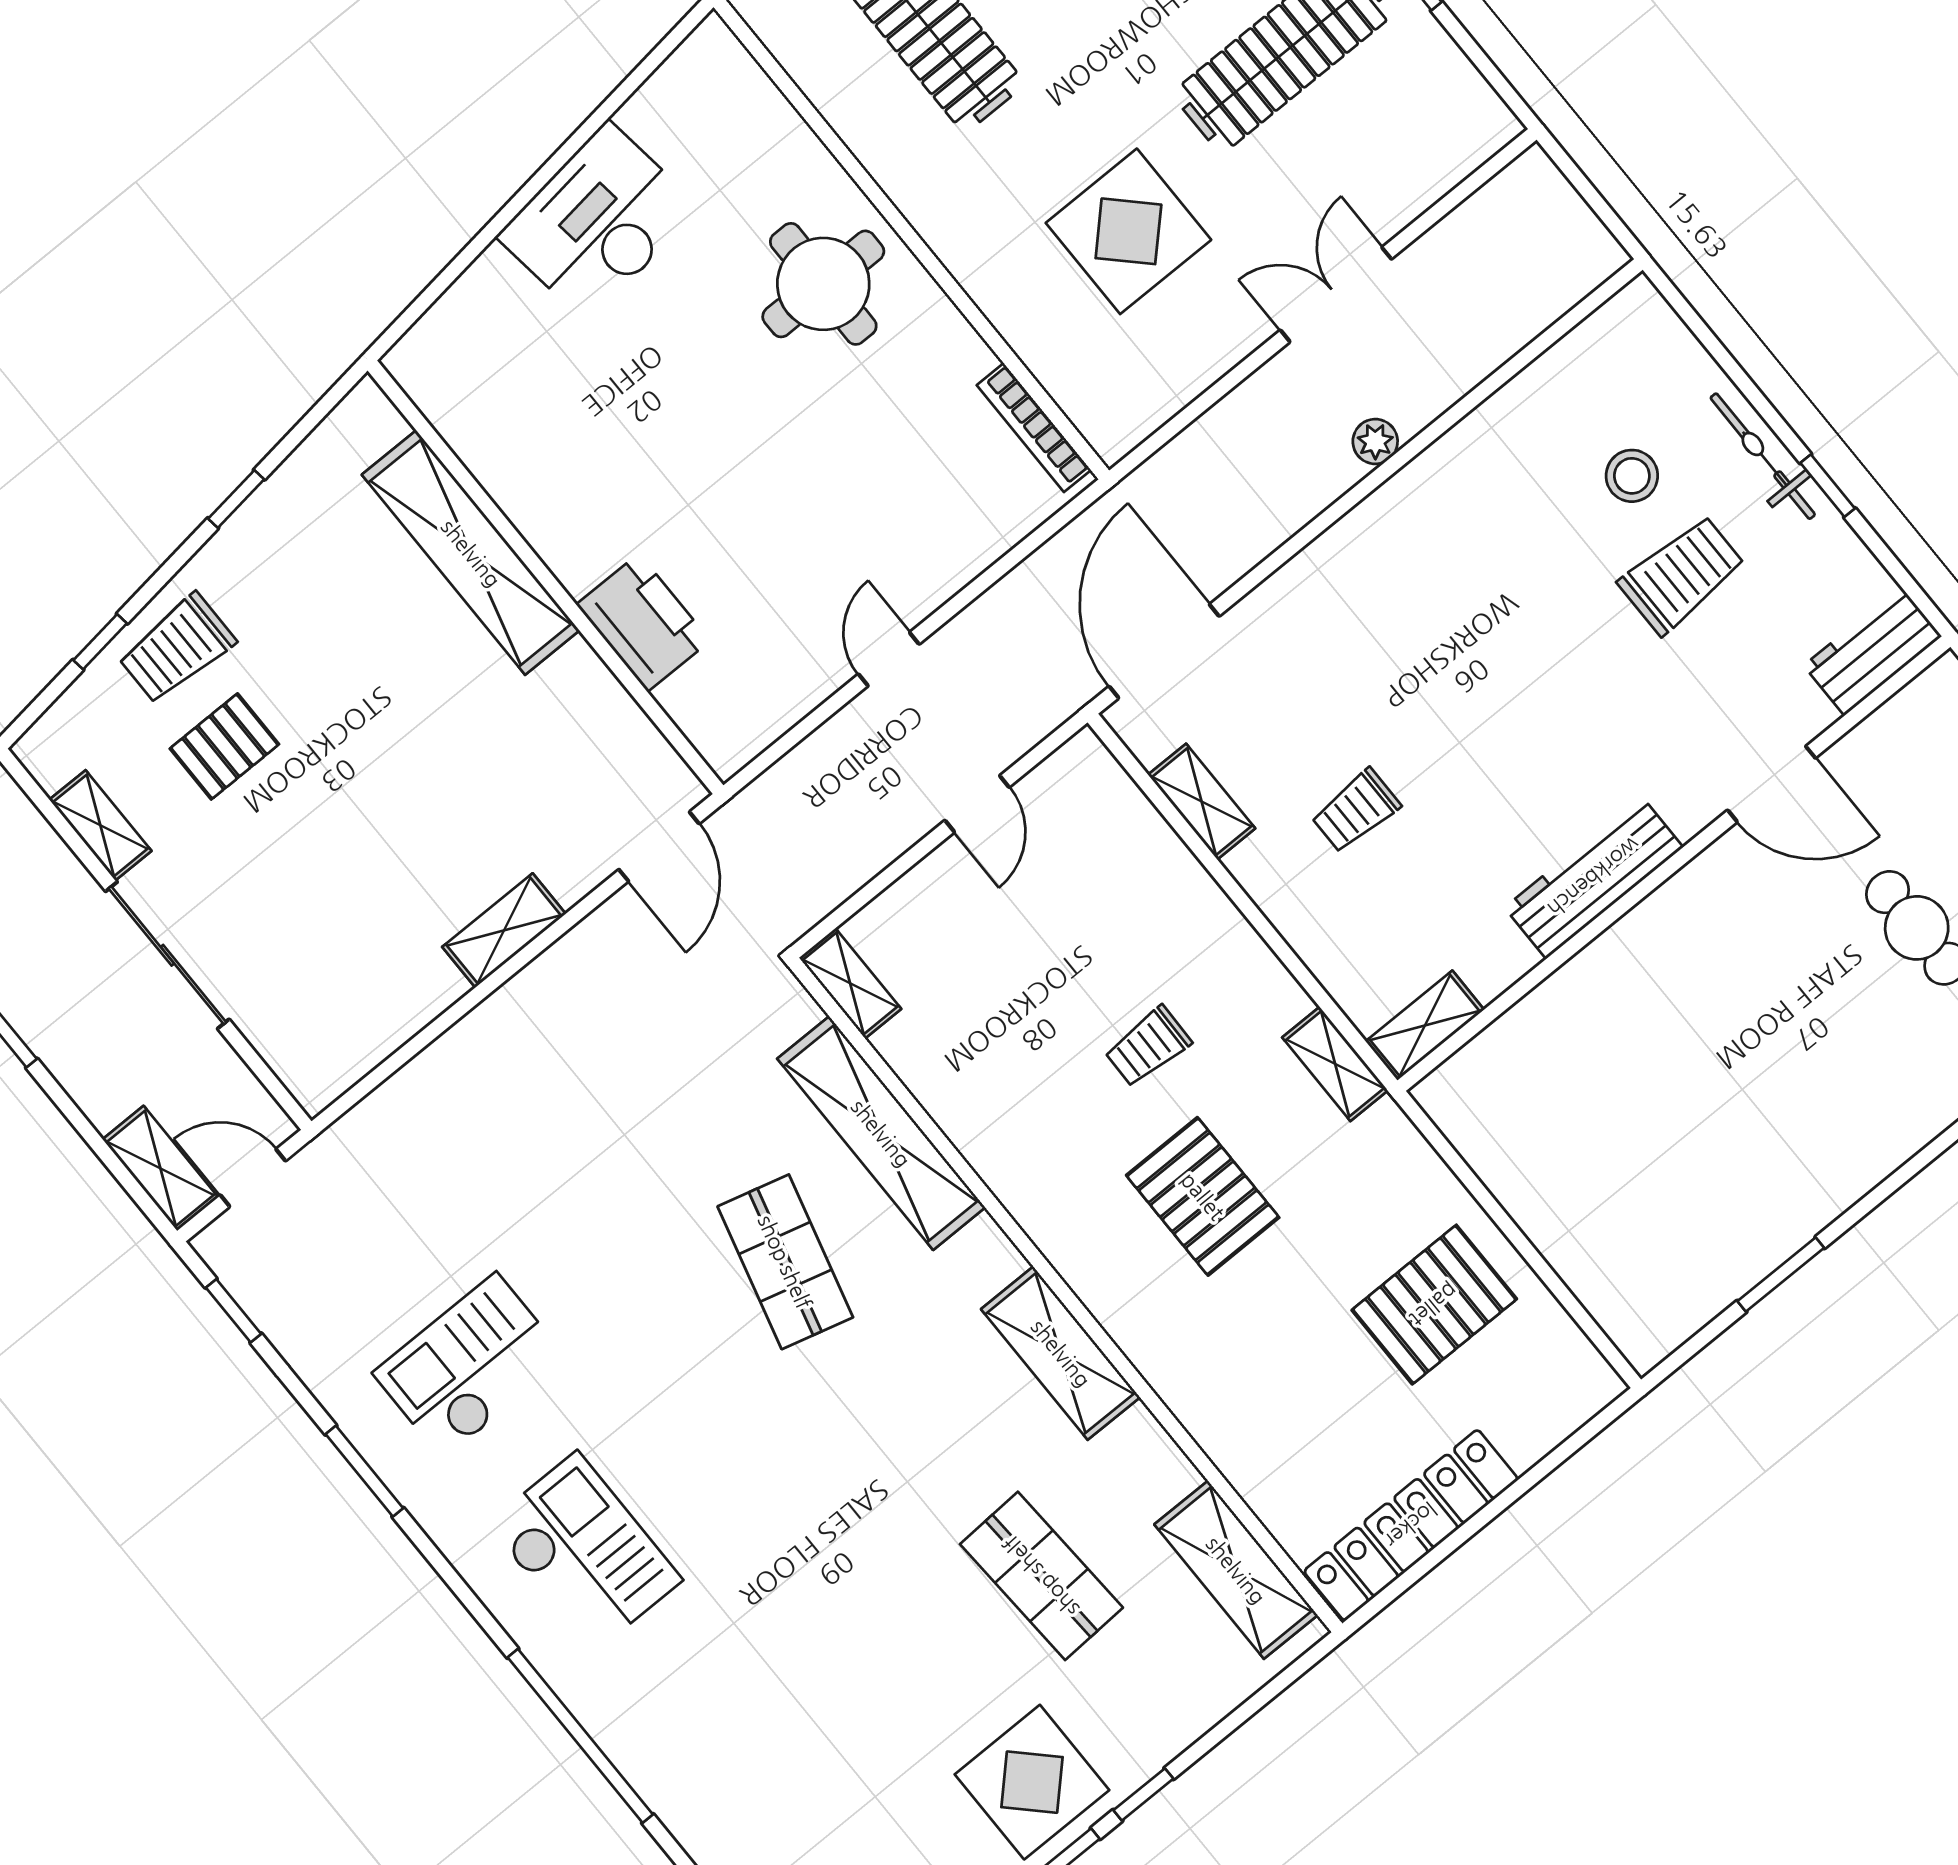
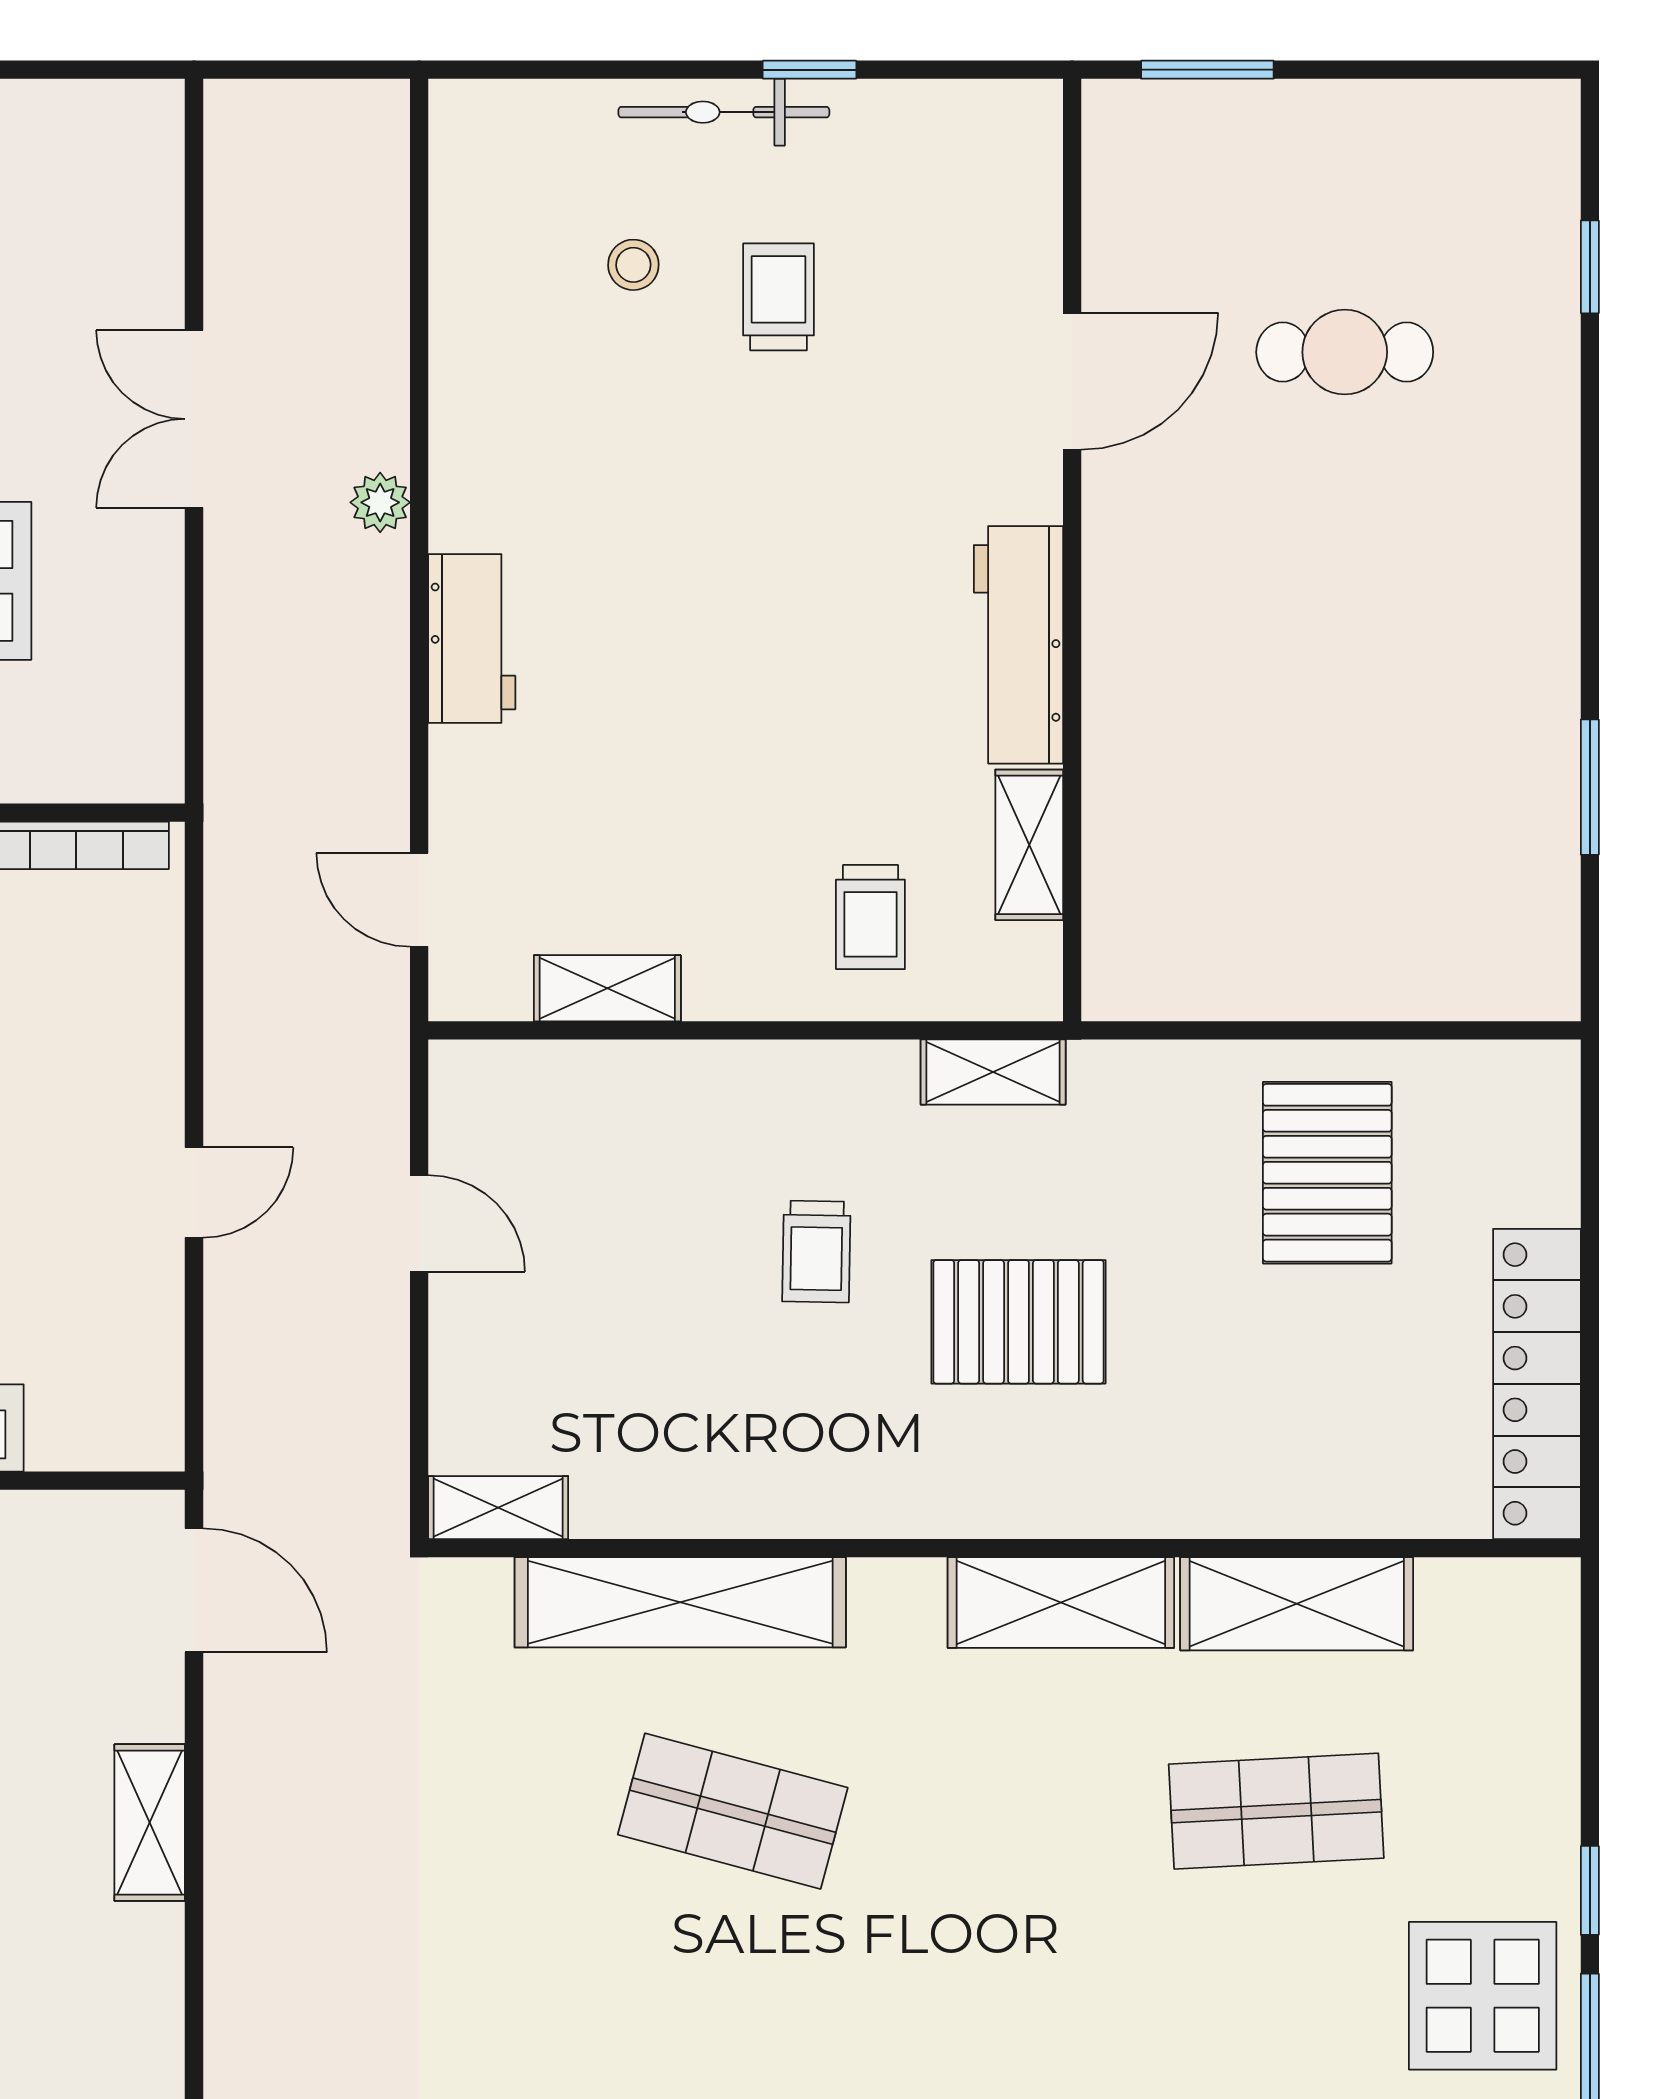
stool: (1632, 476) -> (633, 265), width x0.73, depth x0.73
trolley: (1682, 575) -> (779, 297), width x0.73, depth x0.72
door: (1164, 651) -> (419, 900), width x0.53
workbench: (1873, 651) -> (472, 639), moved, turned 180
door: (889, 659) -> (194, 1193), swing flipped
trolley: (1356, 811) -> (870, 917), moved
shelving: (1425, 1026) -> (1029, 845), moved
shelving: (1236, 1570) -> (1297, 1604), moved

